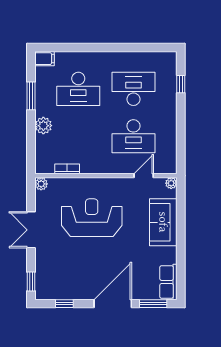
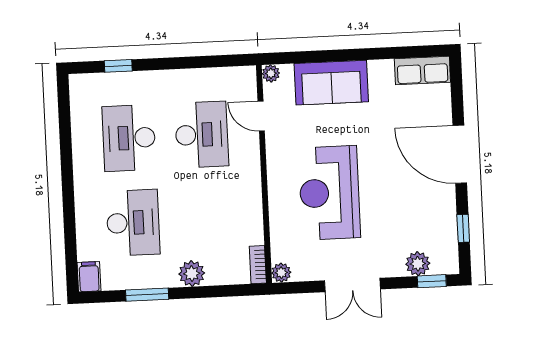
bookcase: (67, 169) -> (258, 265), moved
plant: (43, 273) -> (418, 264), added
window: (153, 304) -> (457, 92), removed

